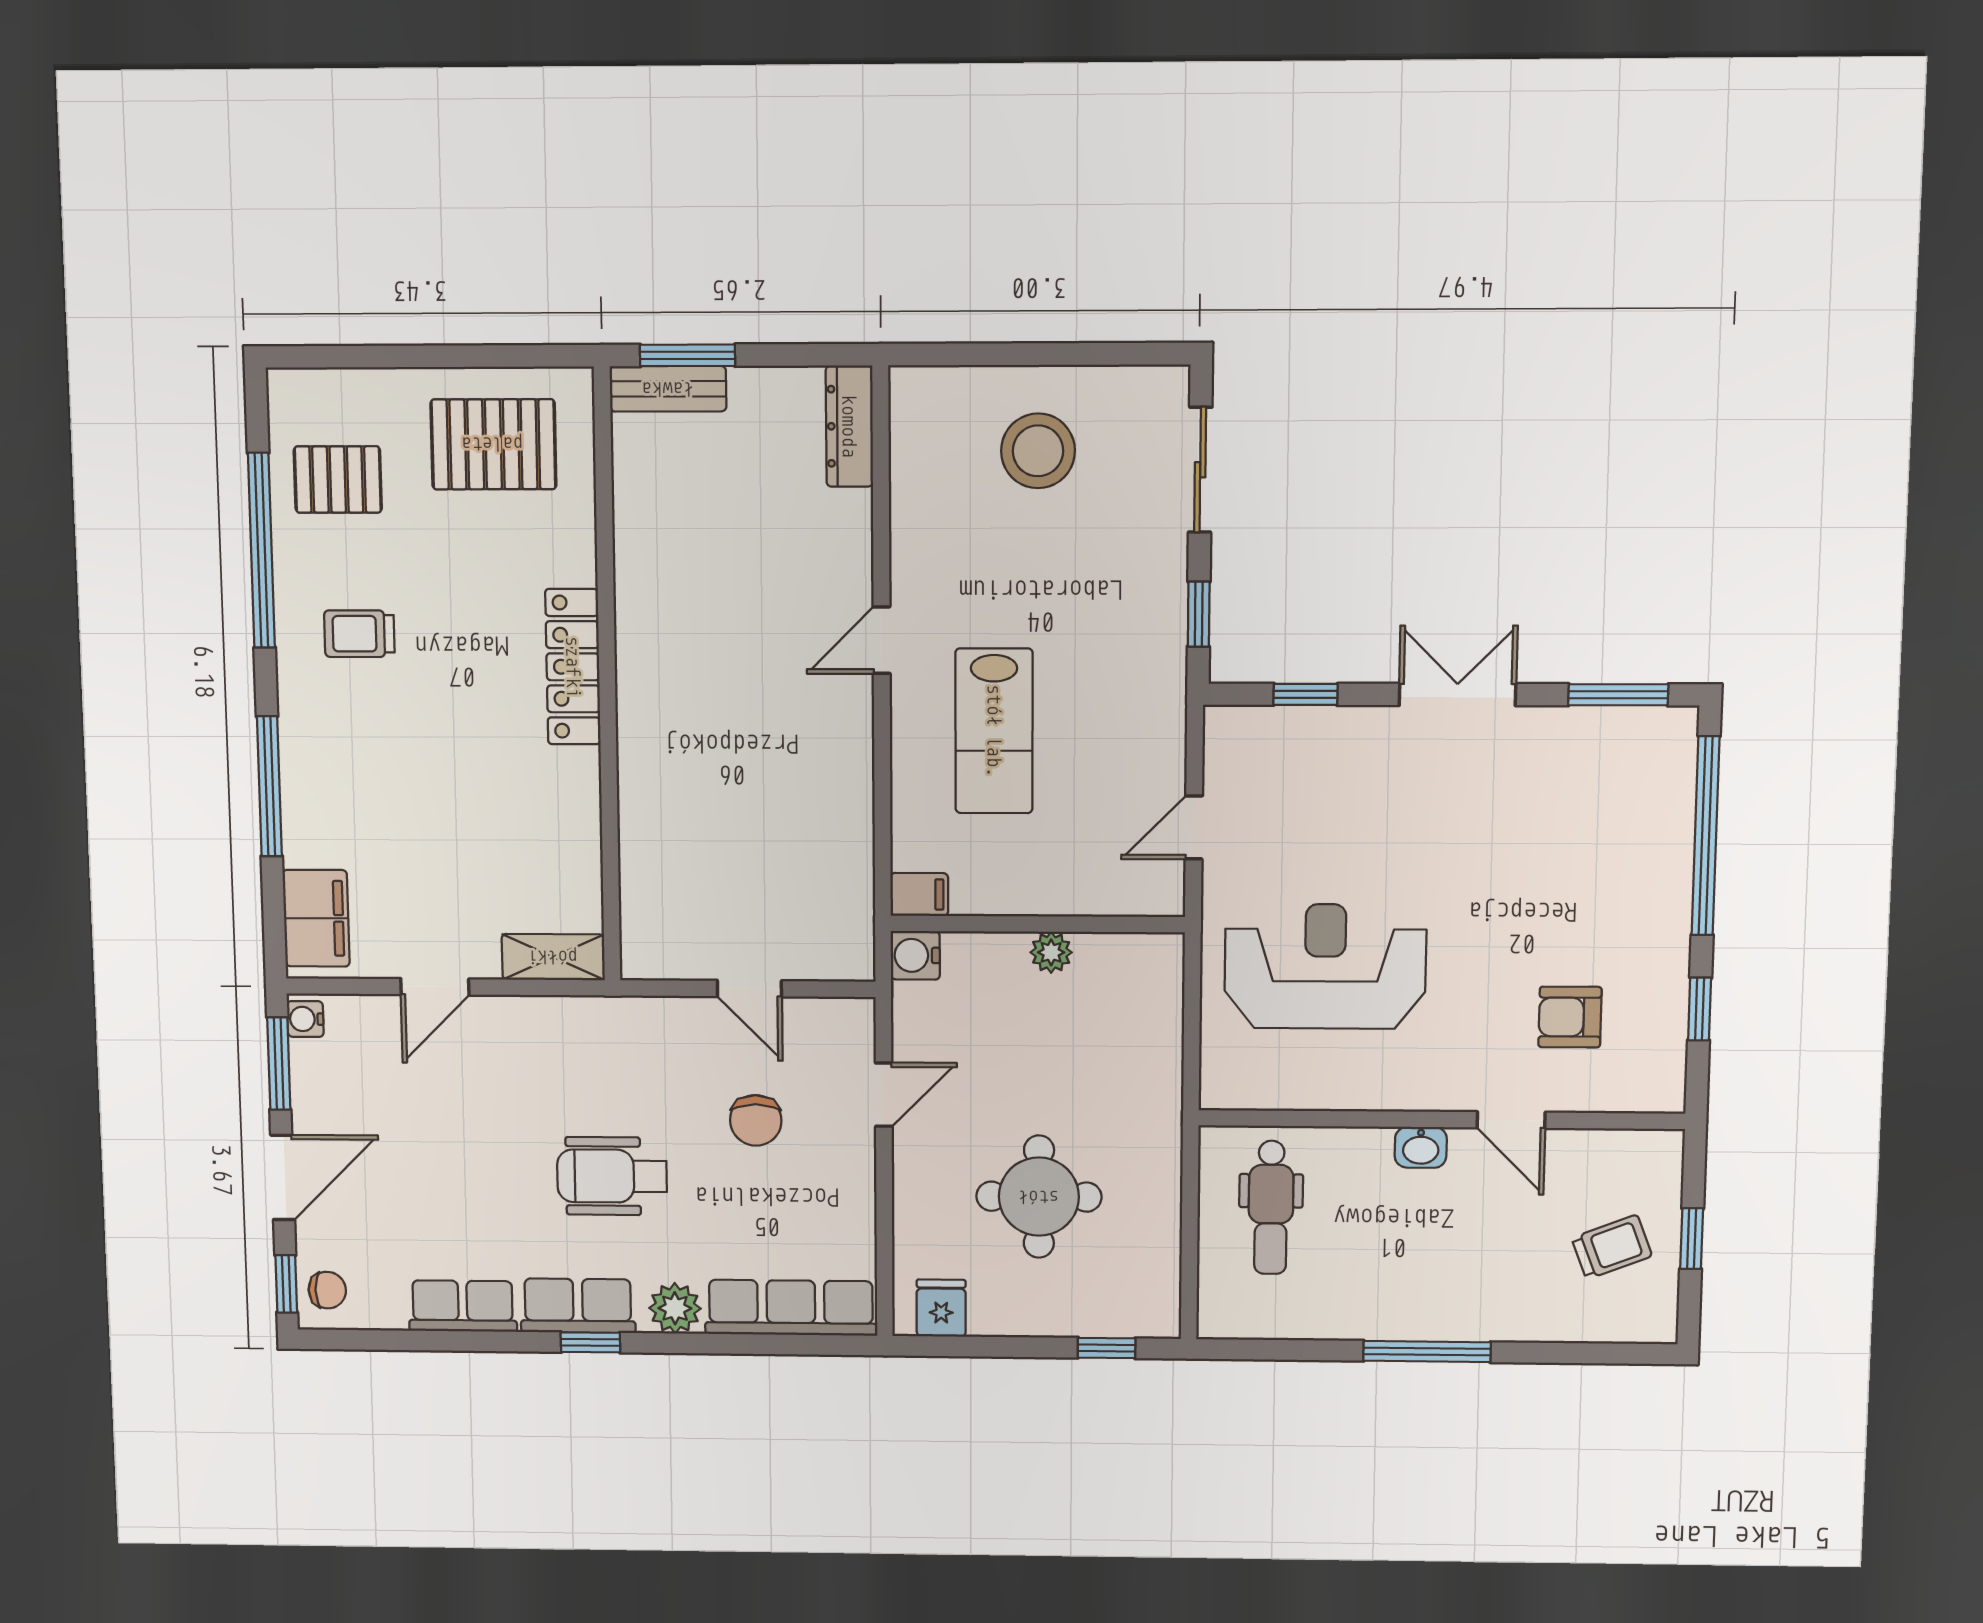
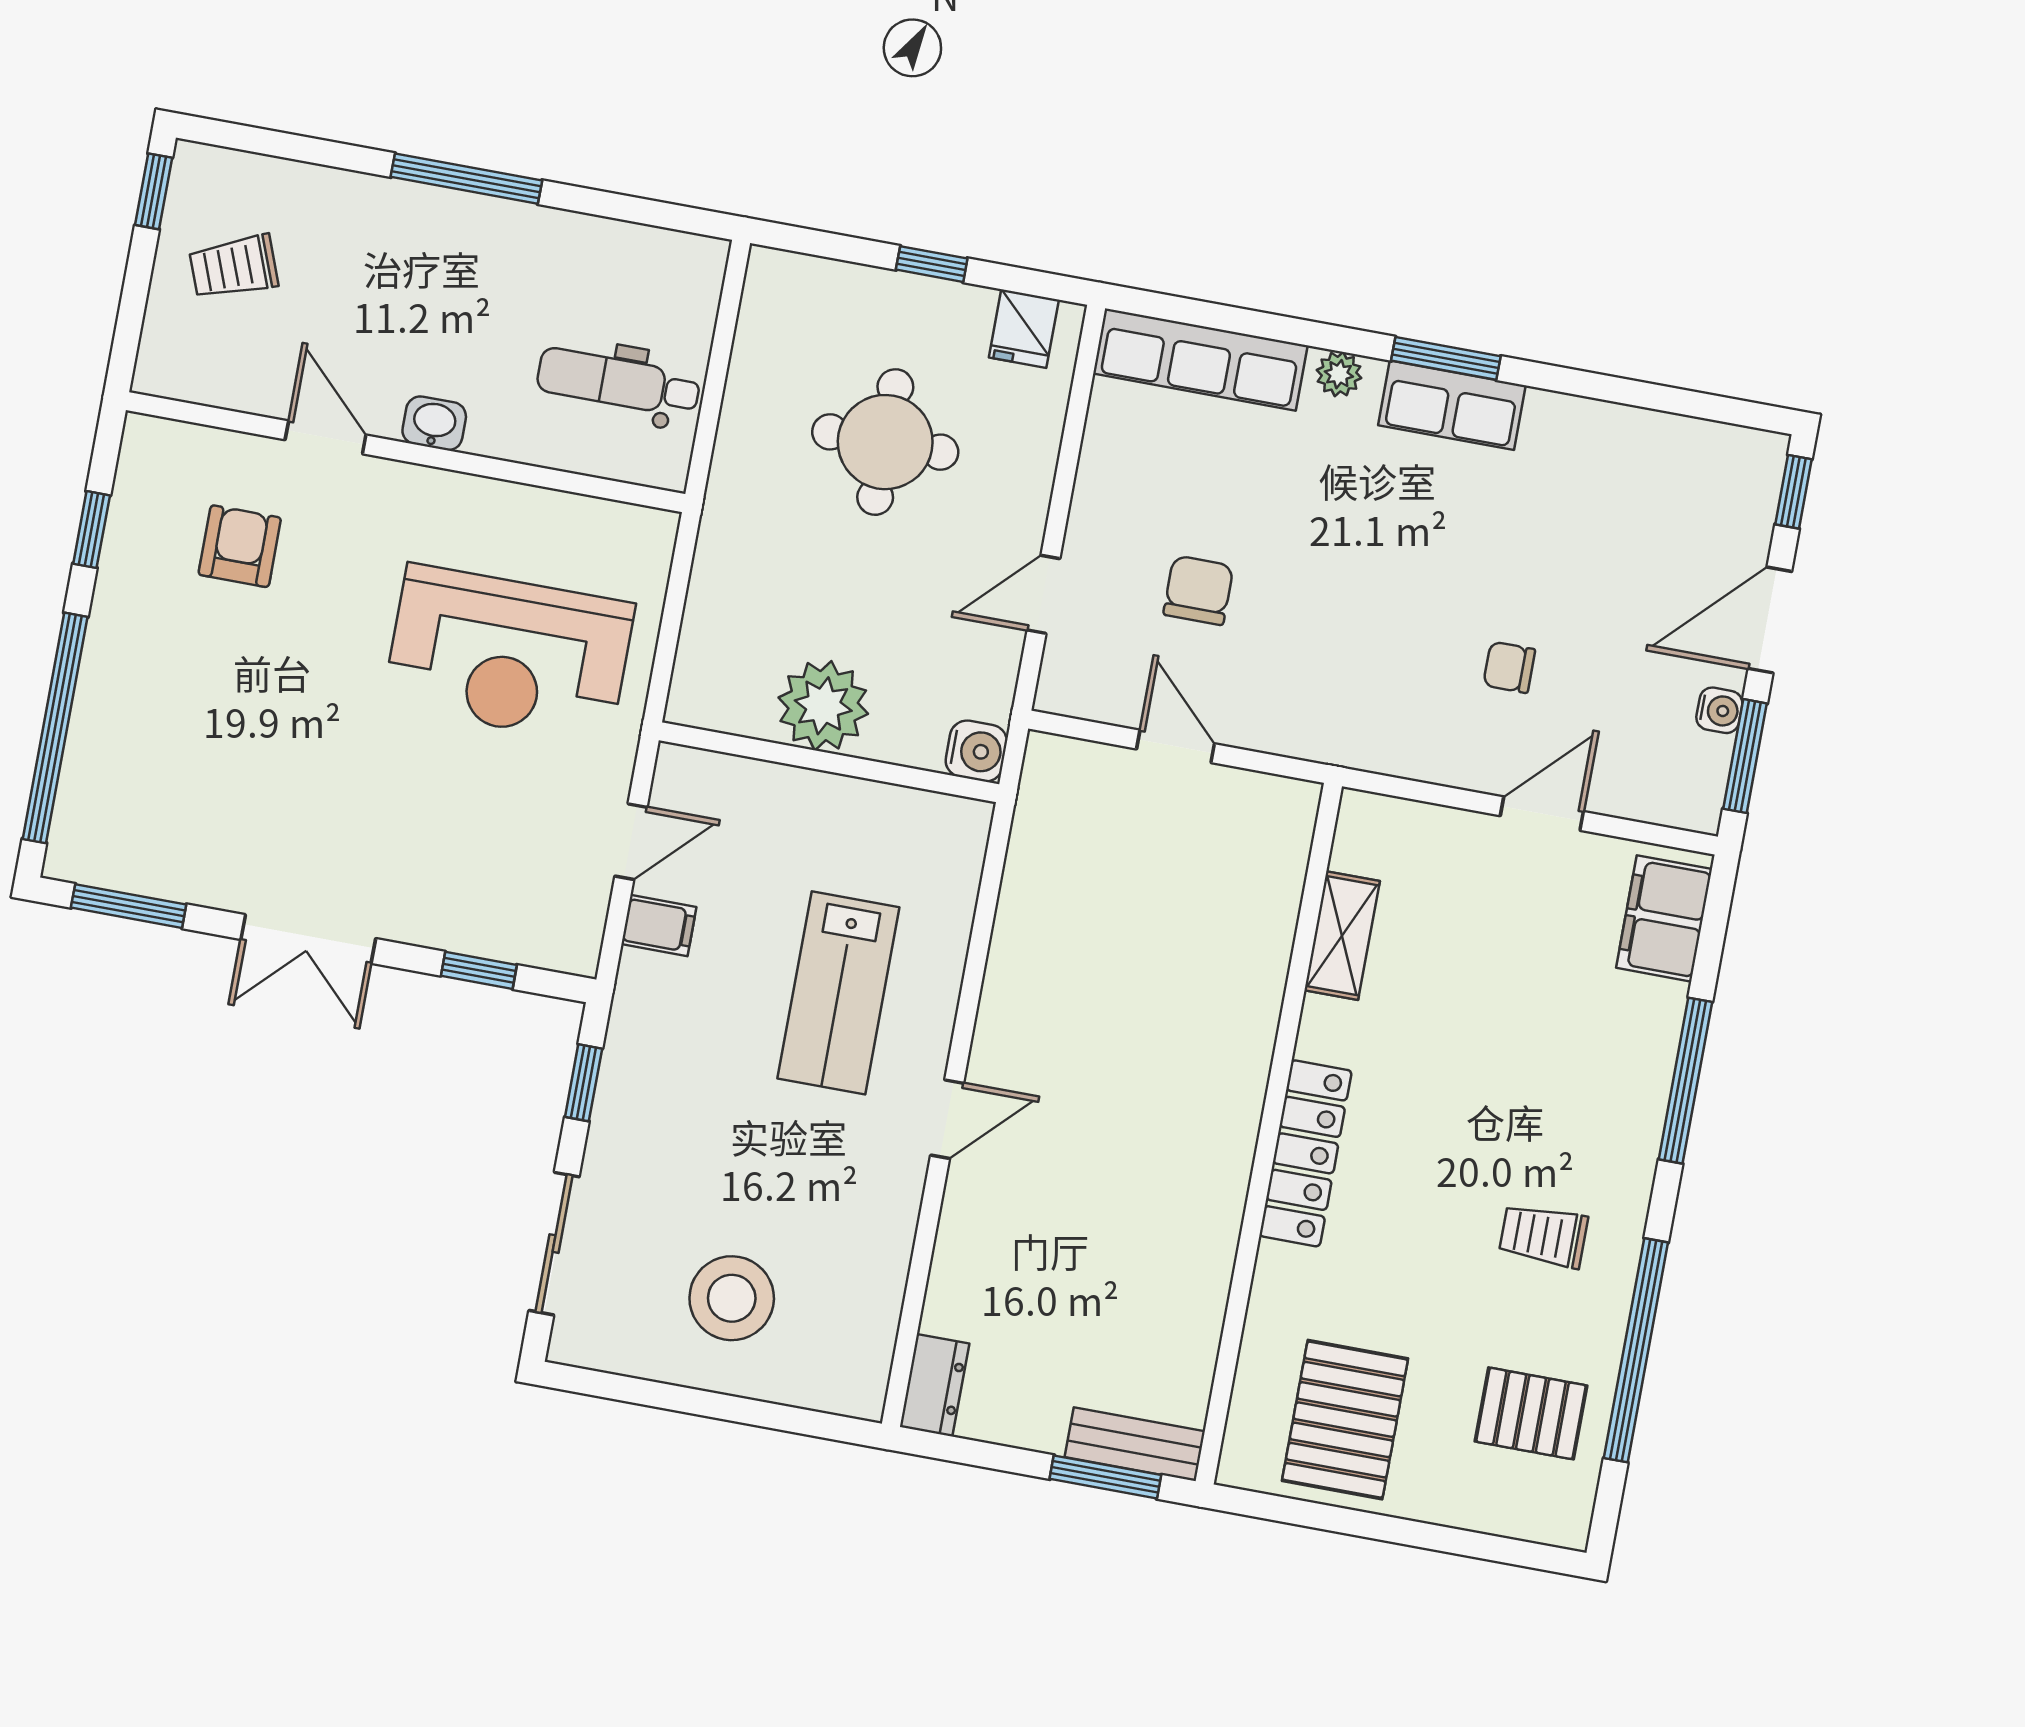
dresser: (849, 426) -> (935, 1385), width x0.70
pallet: (493, 444) -> (1345, 1420), turned 90
trolley: (359, 634) -> (1543, 1236), turned 180
lab bench: (994, 731) -> (838, 993), turned 180
filing cabinet: (919, 894) -> (659, 925), moved, turned 180
plant: (1051, 952) -> (823, 706), width x1.88, depth x1.88
shelving: (553, 957) -> (1342, 936), moved, turned 90
armchair: (1570, 1017) -> (240, 546), turned -90
water cooler: (305, 1019) -> (1719, 710), moved
wheelchair: (612, 1176) -> (1380, 554), removed
dental chair: (1271, 1207) -> (618, 382), turned -90
window: (1692, 1239) -> (154, 191), moved
chair: (327, 1290) -> (1509, 667), moved
row of seats: (463, 1306) -> (1589, 429), removed
plant: (675, 1308) -> (1339, 374), width x0.73, depth x0.73
window: (590, 1342) -> (1446, 358), width x1.50
window: (1107, 1348) -> (932, 264), moved

